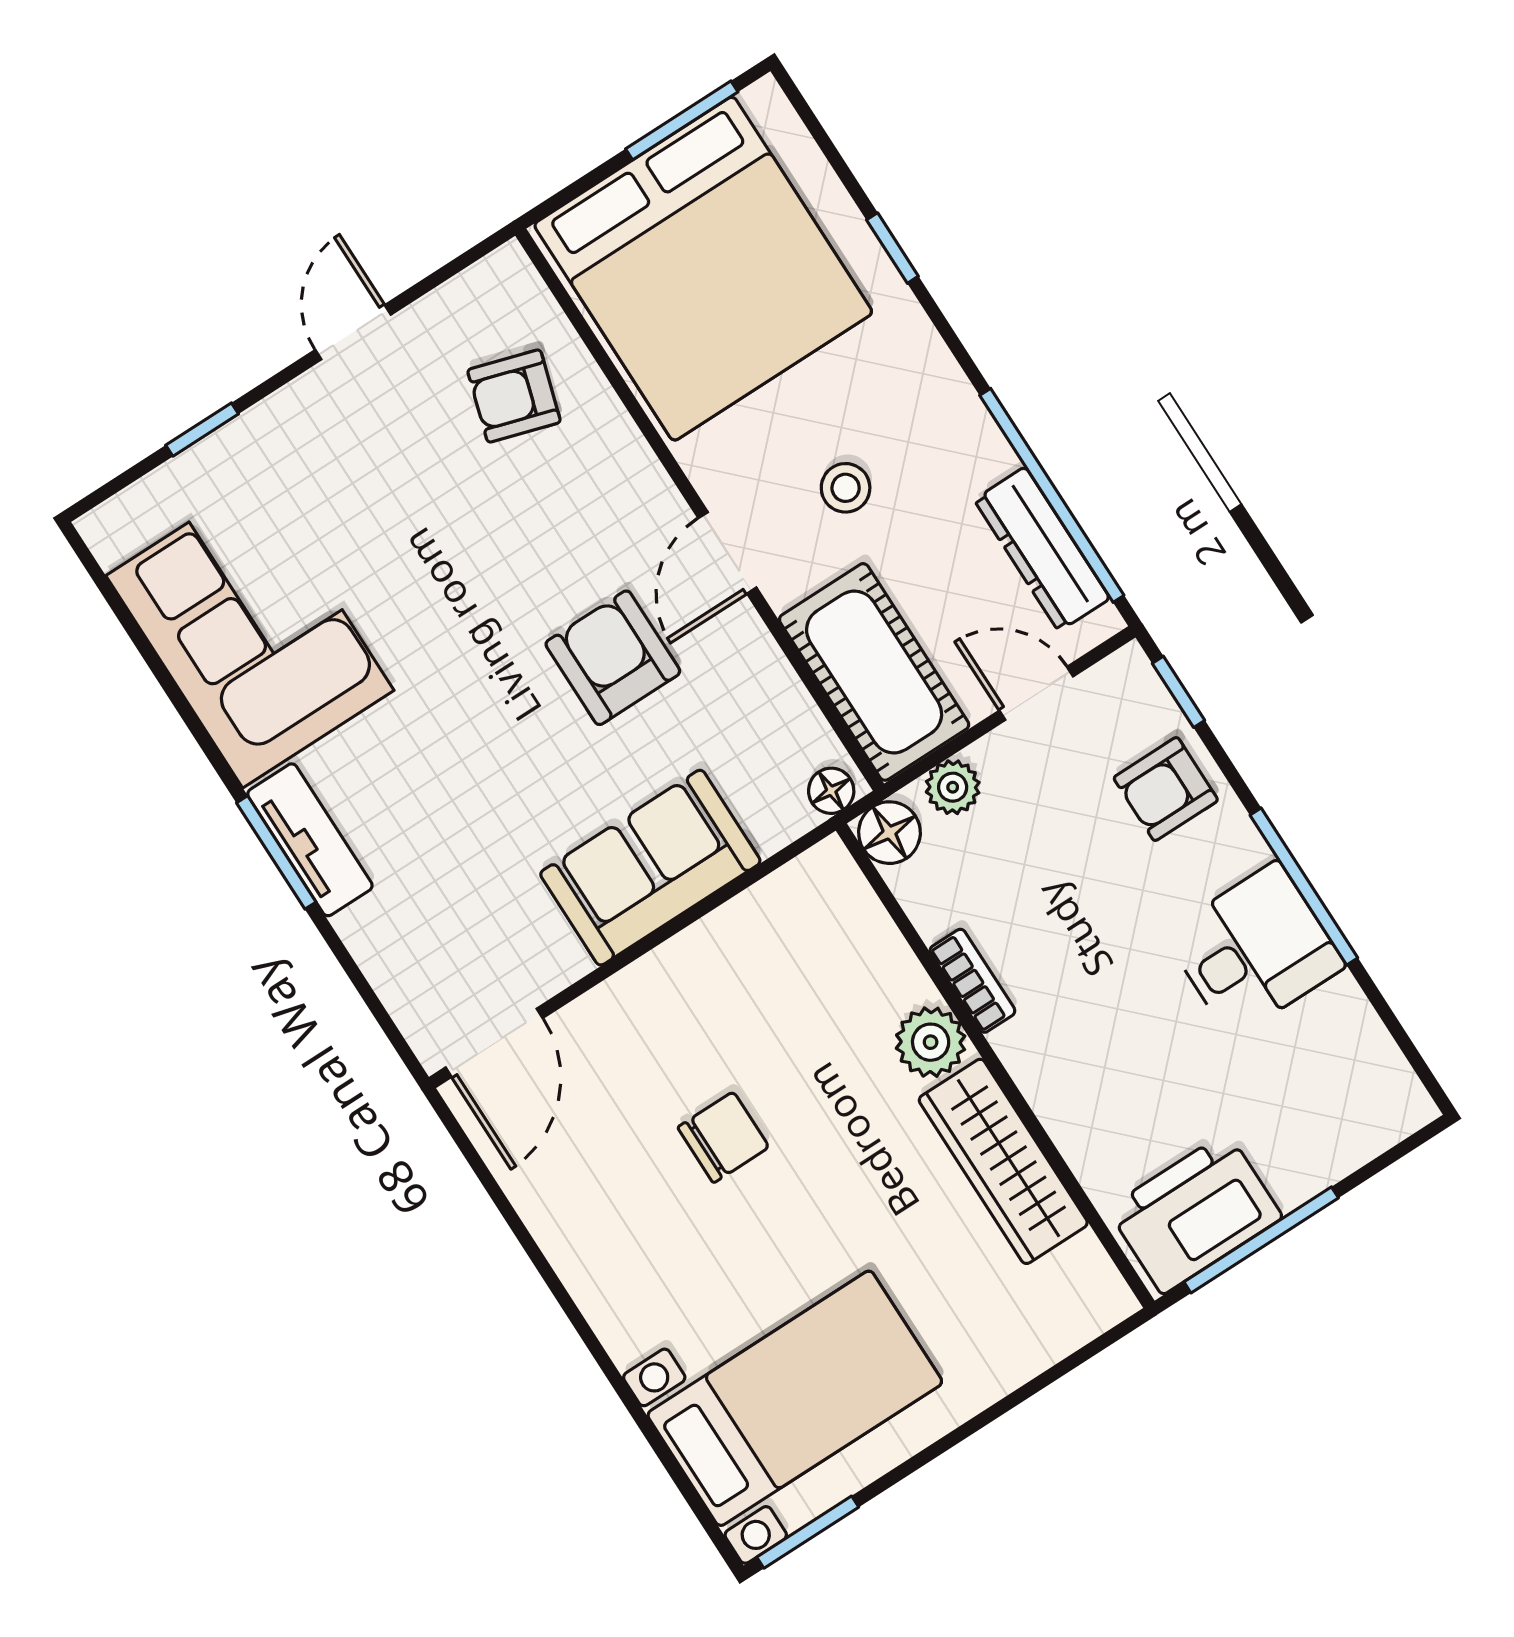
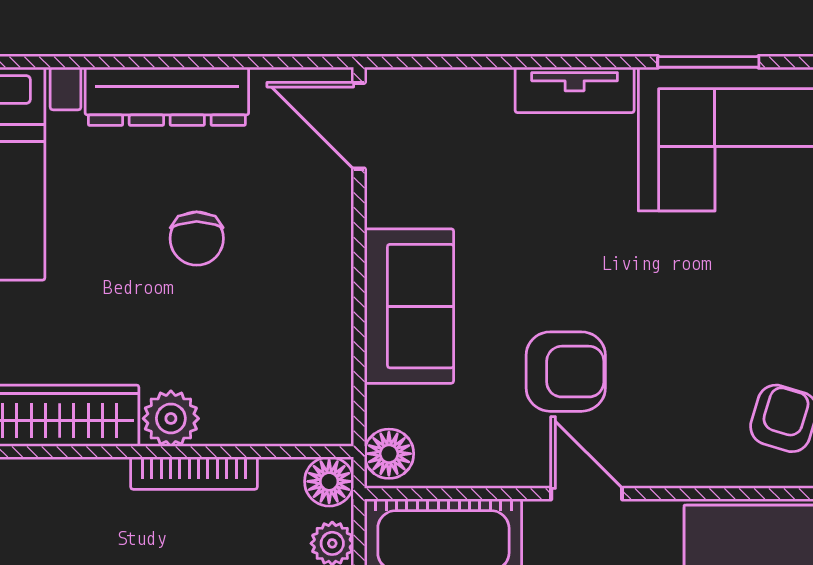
floor lamp: (831, 791) -> (389, 454), width x1.37, depth x1.37
window: (276, 852) -> (708, 62), moved
bookcase: (972, 981) -> (194, 473), width x1.56
dresser: (594, 1265) -> (167, 96), added

